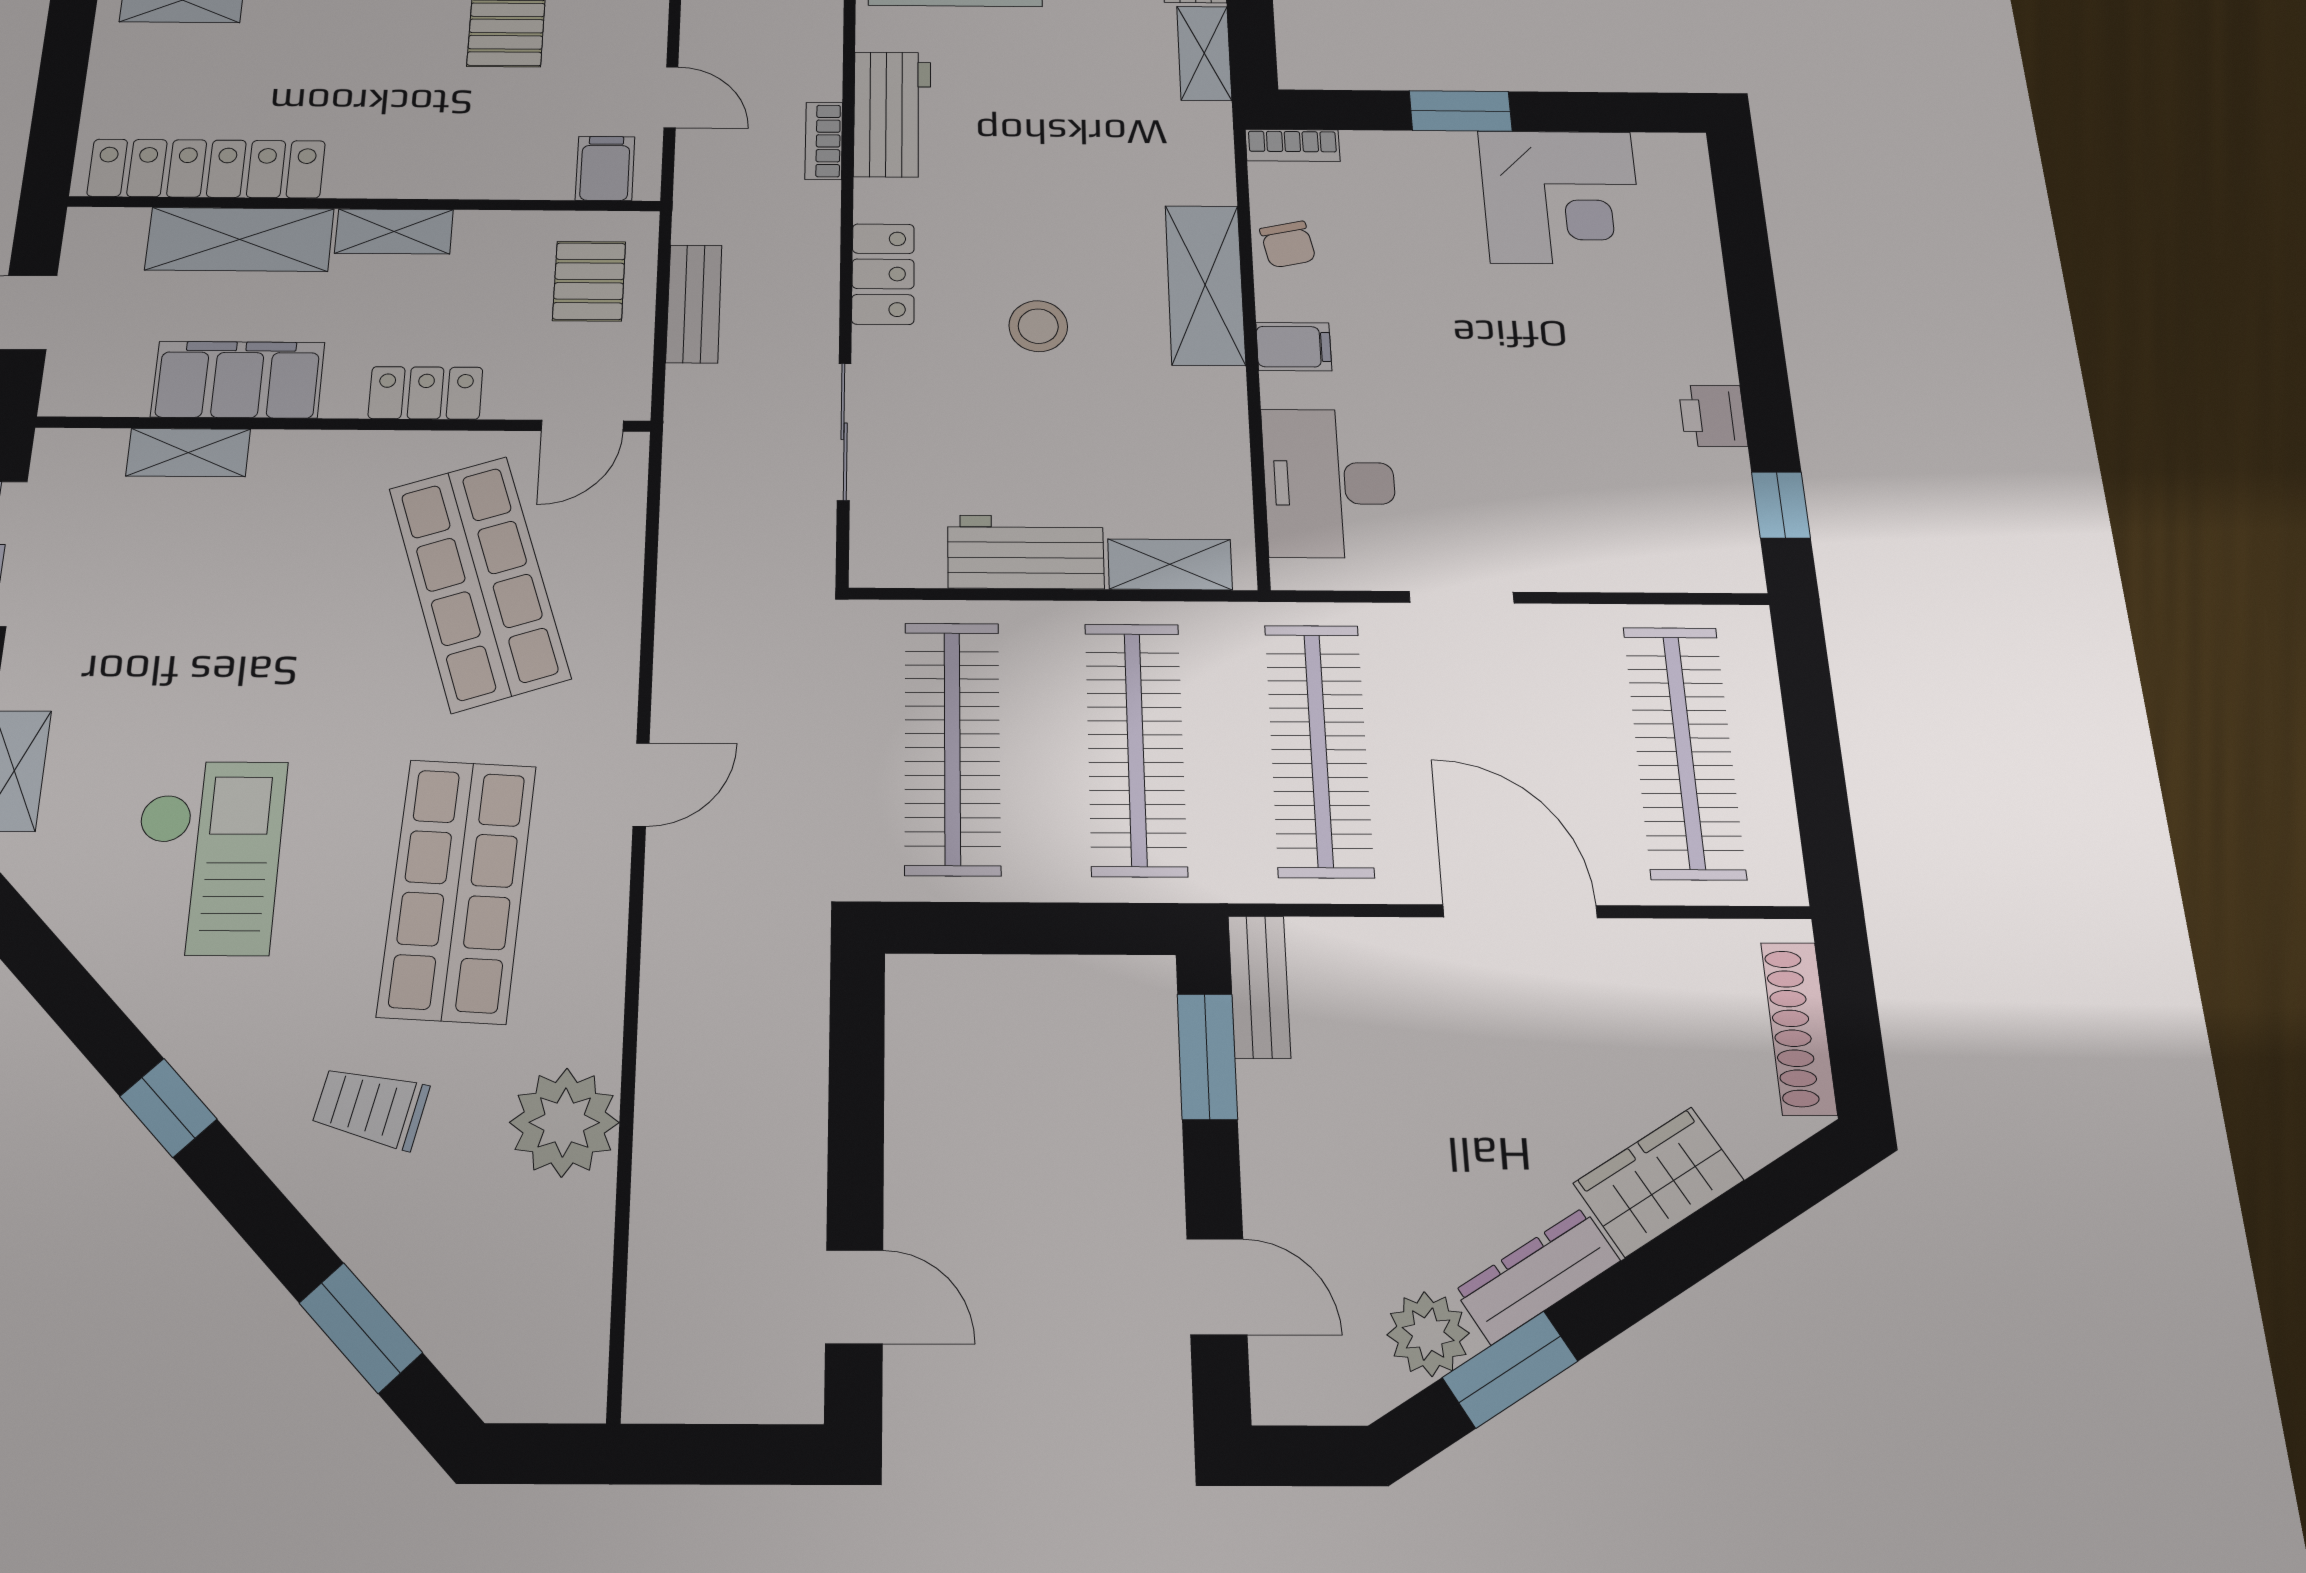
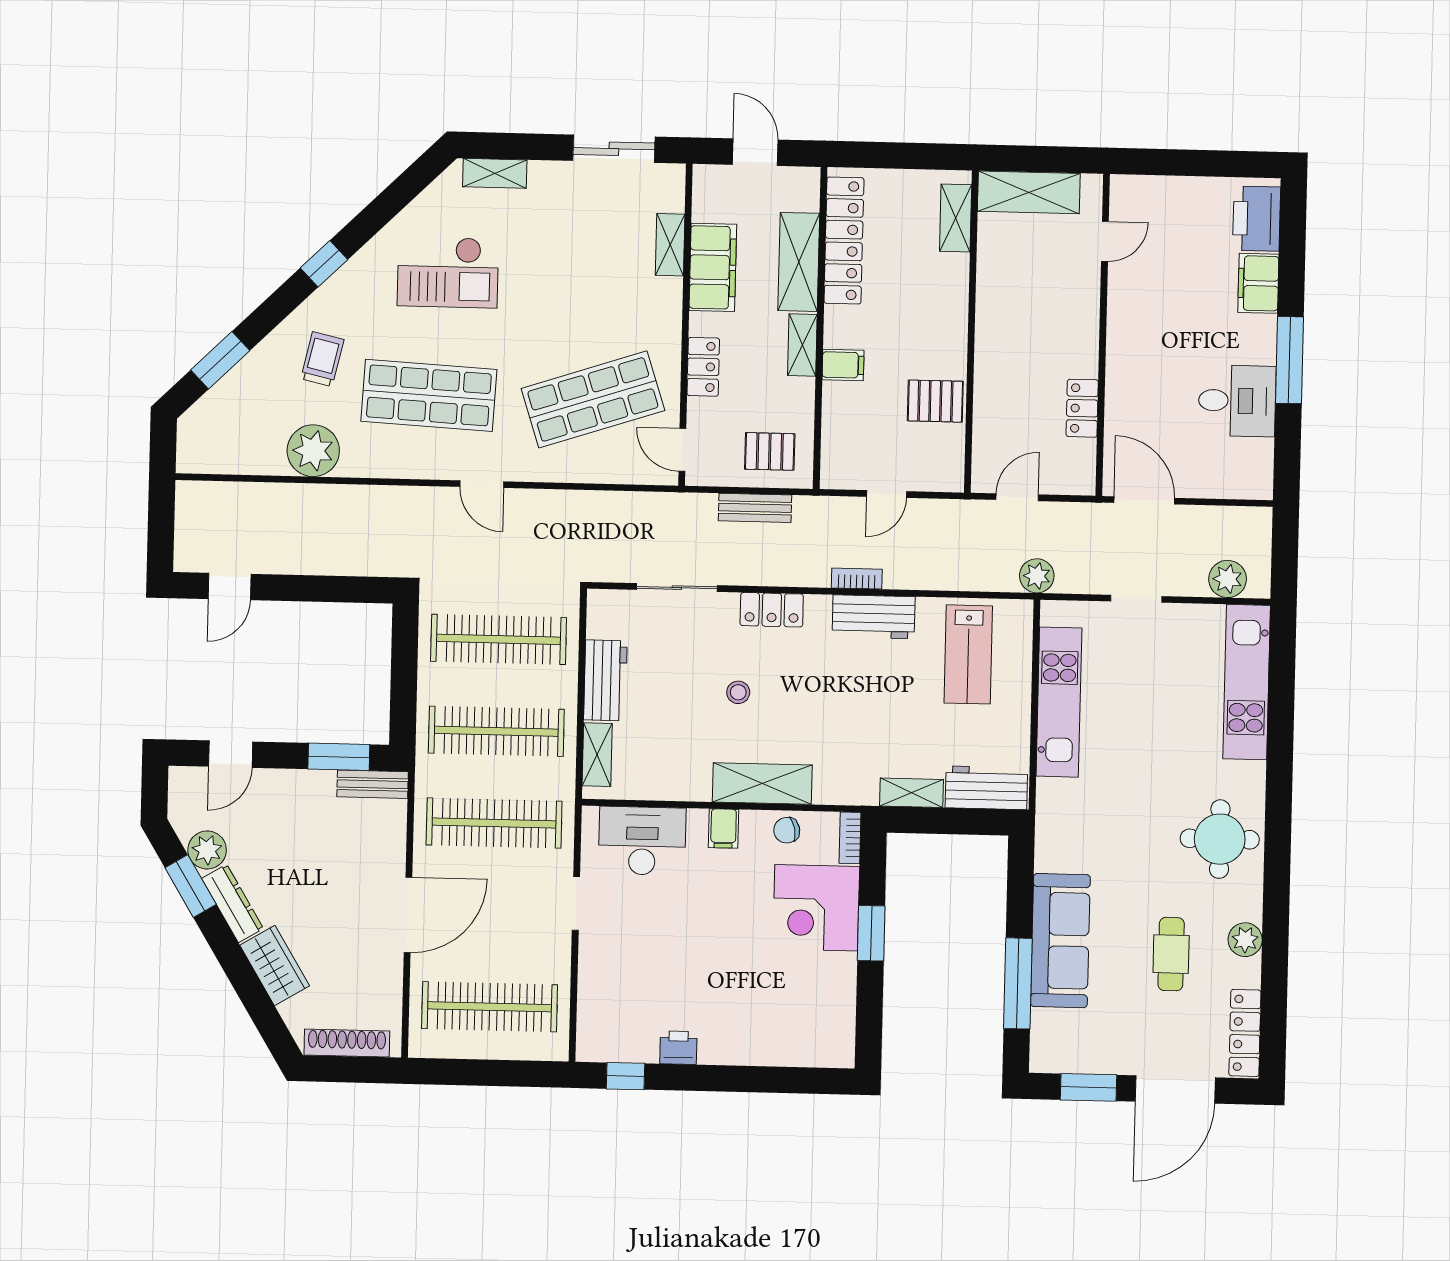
filing cabinet: (605, 168) -> (843, 365), moved
corner desk: (1561, 197) -> (816, 908), moved
stool: (1038, 326) -> (738, 692), width x0.73, depth x0.73

